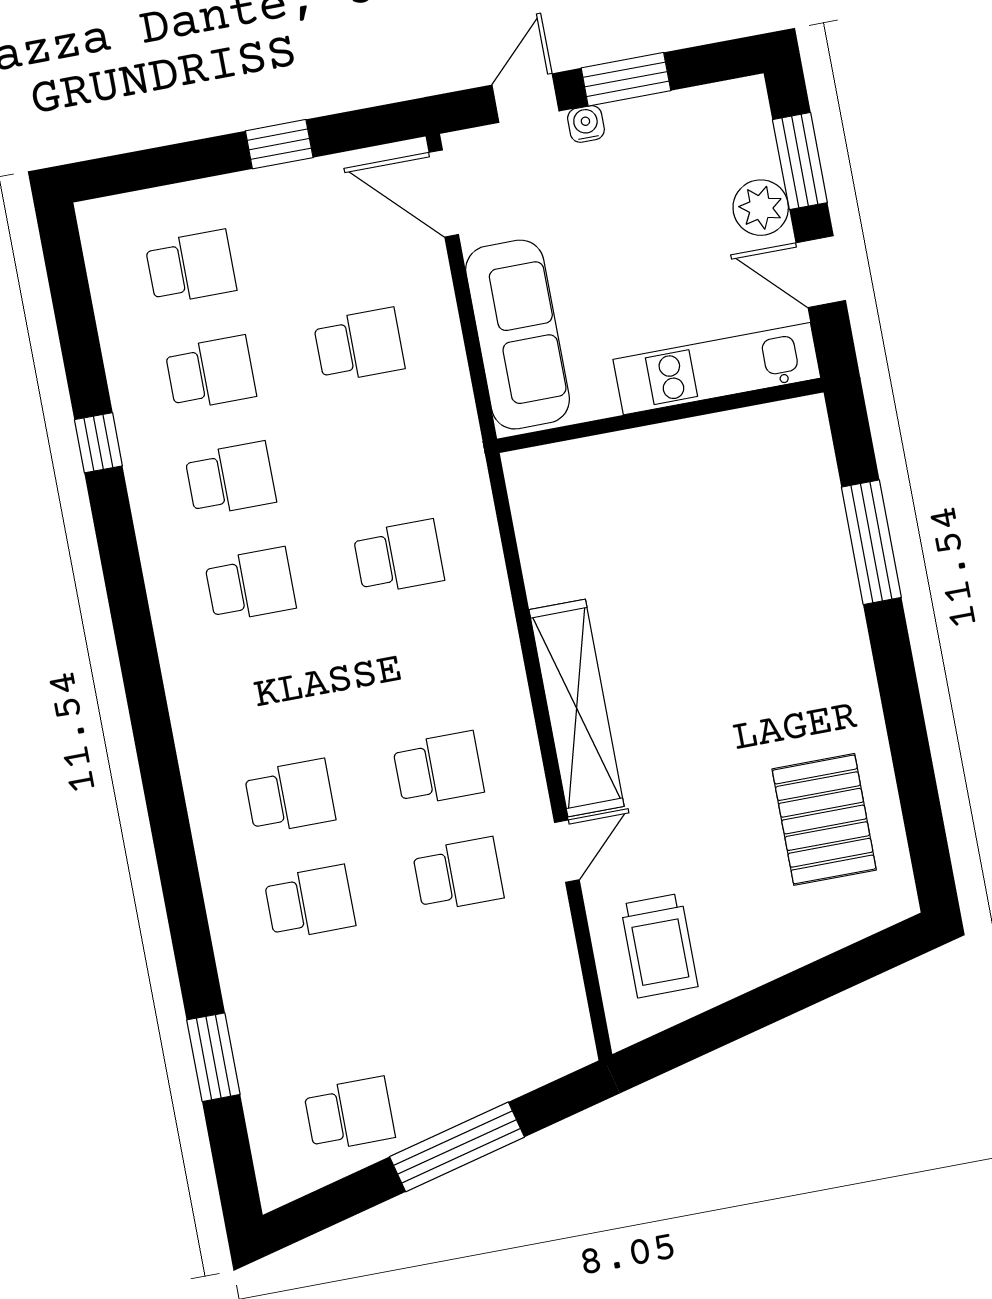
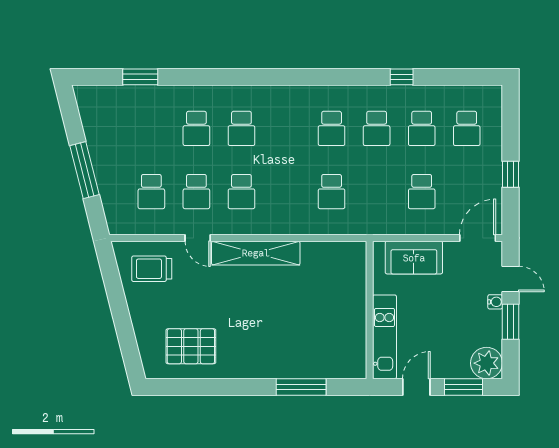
plant: (761, 208) -> (487, 363), moved, width x1.36, depth x1.36
sofa: (518, 335) -> (414, 258), width x0.73
school desk: (349, 1114) -> (151, 192), moved

